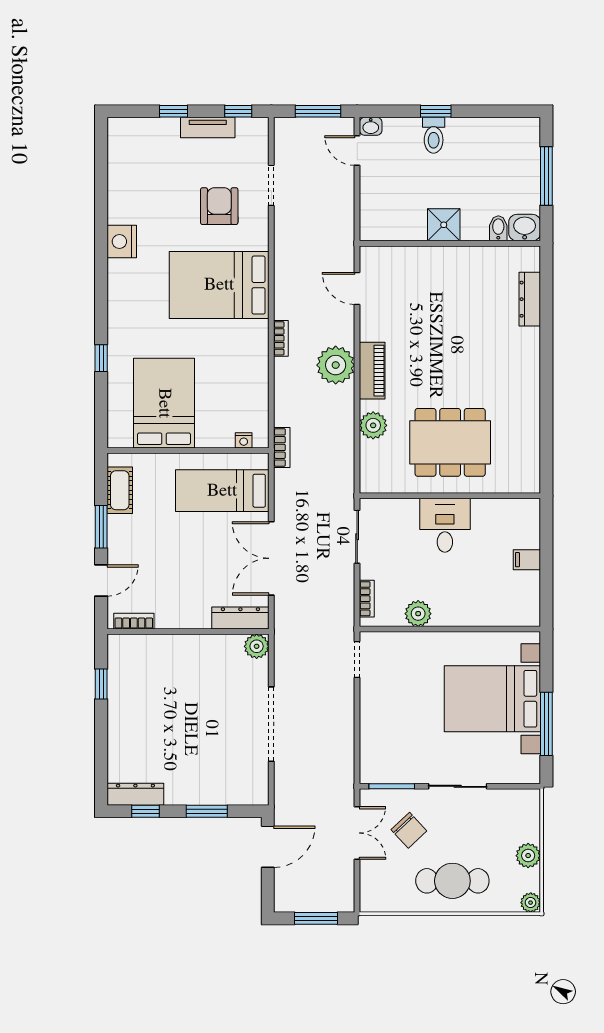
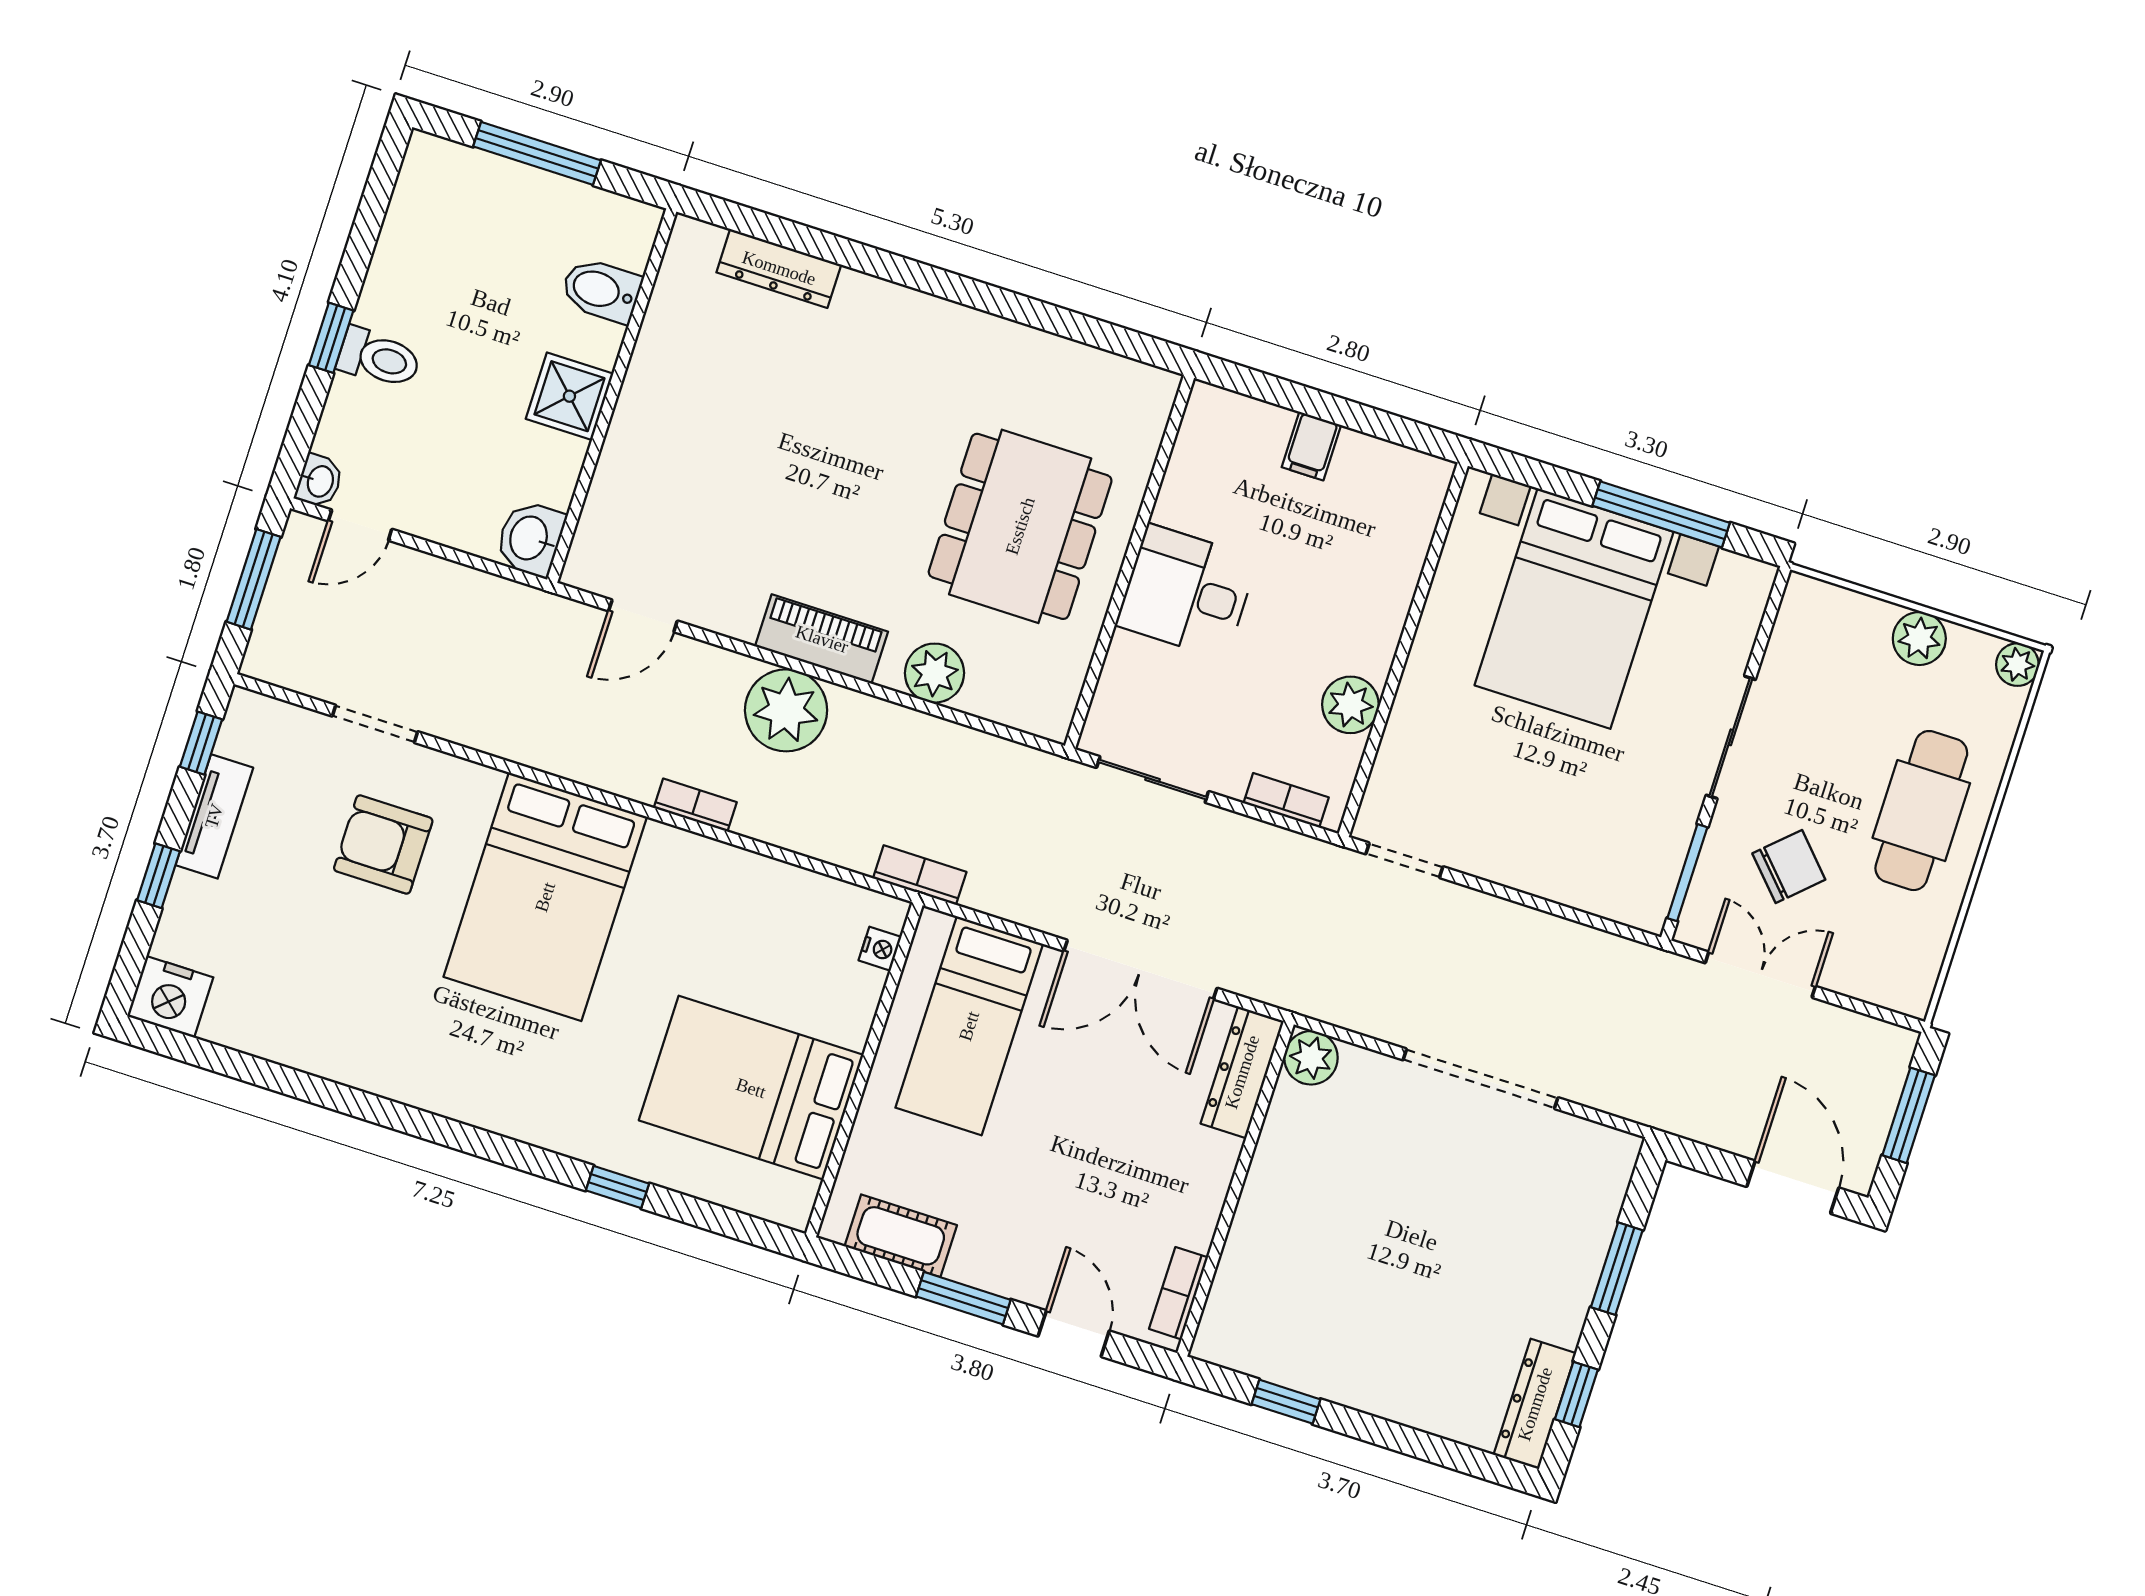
bidet: (498, 228) -> (601, 290), width x1.38, depth x1.36
washbasin: (525, 228) -> (530, 538), moved
nightstand: (122, 242) -> (170, 997), moved
door: (268, 847) -> (1793, 1187), moved

